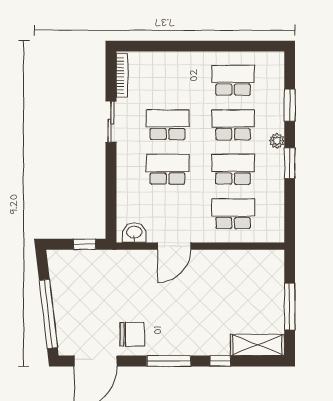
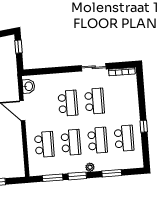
window: (216, 46) -> (144, 126), added
window: (290, 204) -> (53, 178), added
window: (85, 244) -> (18, 47), moved

